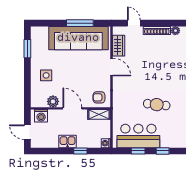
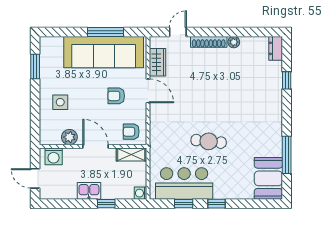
door: (134, 23) -> (178, 32), hinge flipped
armchair: (88, 71) -> (116, 96), added

